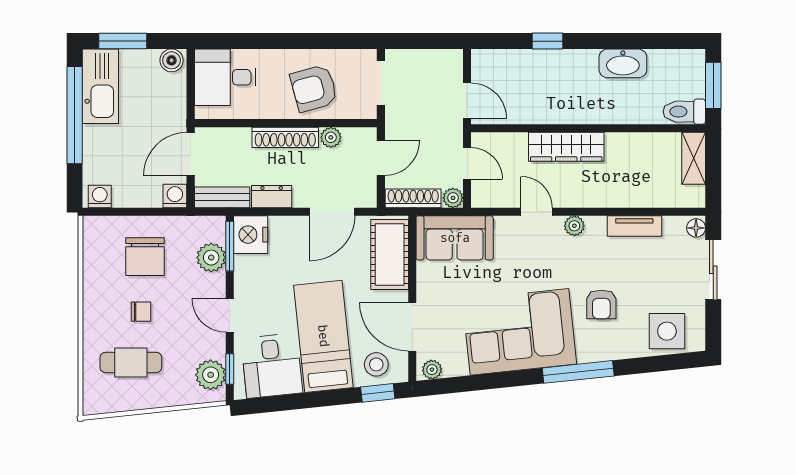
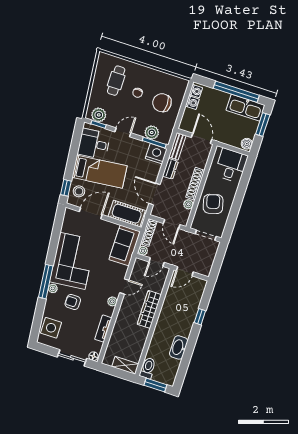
washing machine: (175, 196) -> (192, 103), moved
plant: (432, 370) -> (53, 288), moved

